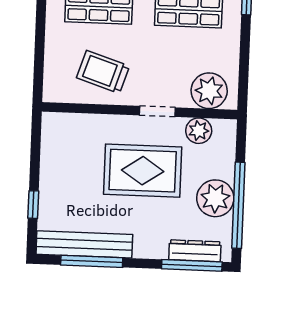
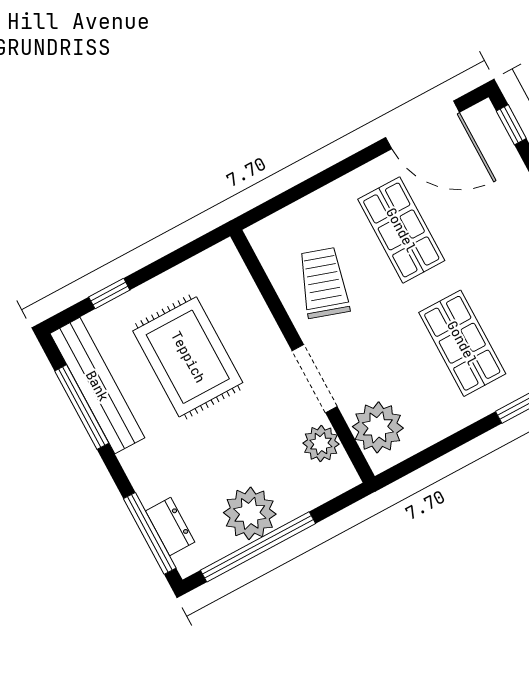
doorway: (157, 111) -> (315, 379), width x1.38
rug: (143, 171) -> (188, 357), moved
dresser: (195, 251) -> (170, 526), width x0.70

